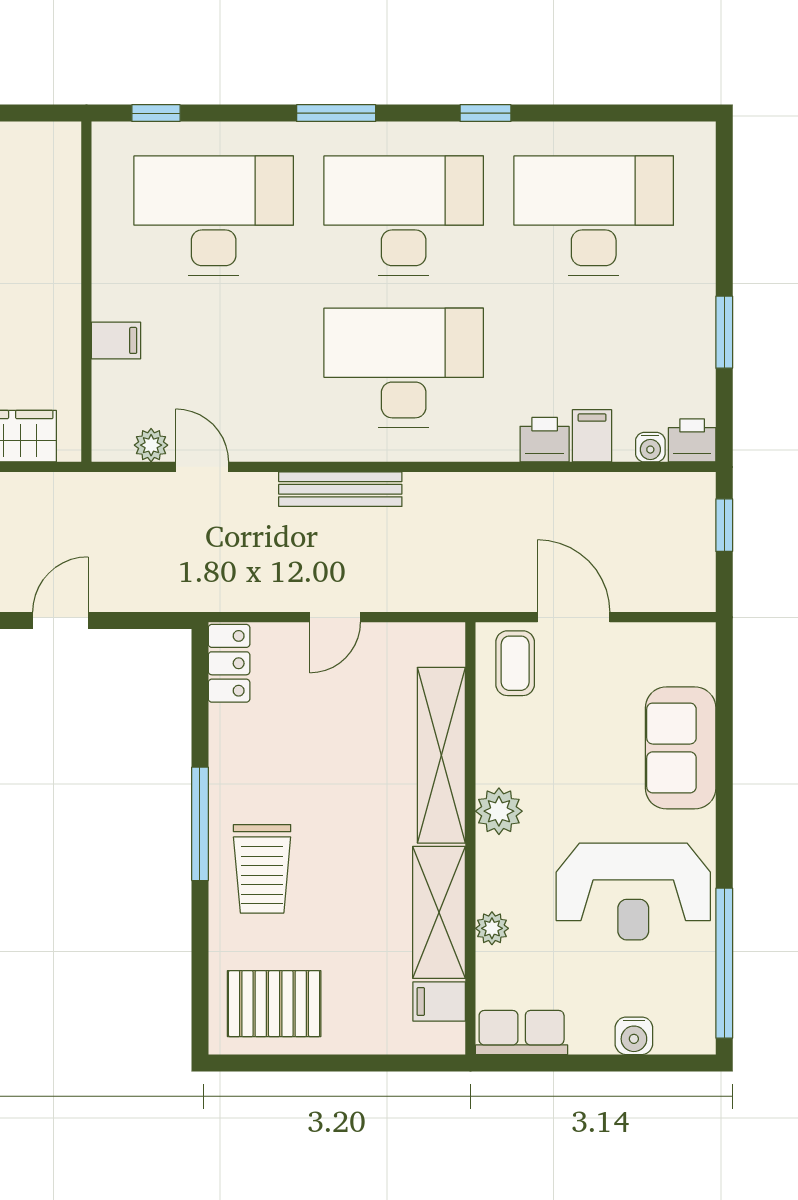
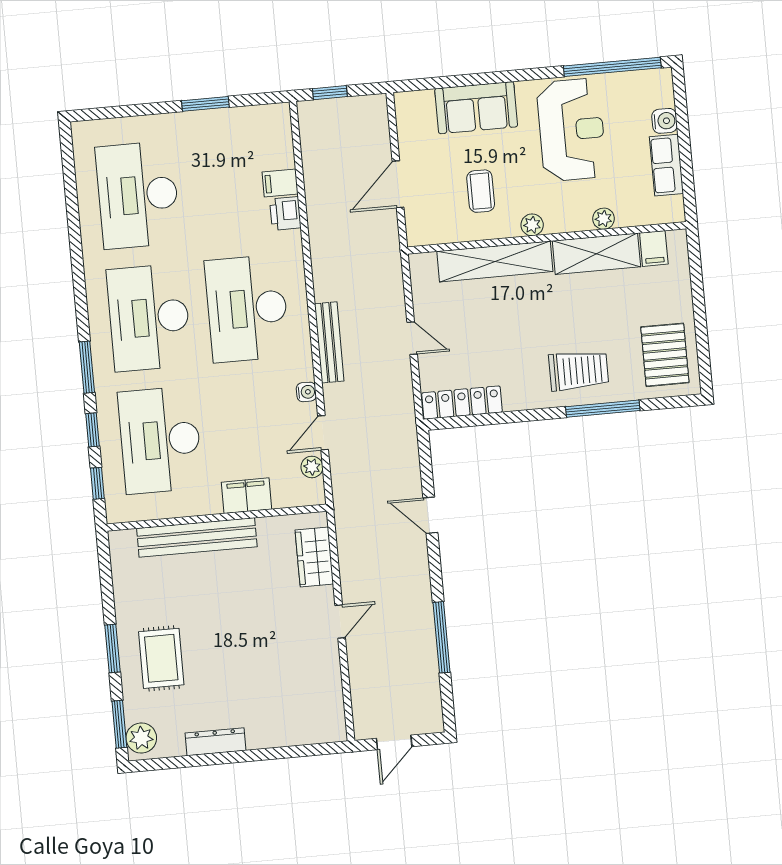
window: (486, 113) -> (93, 430), moved
bench: (59, 258) -> (197, 537), added
filing cabinet: (116, 340) -> (246, 496), width x2.00
printer: (692, 440) -> (277, 118), removed
water cooler: (650, 447) -> (306, 392), moved
locker: (229, 663) -> (462, 403), width x1.53
coffee table: (515, 663) -> (481, 191), moved, turned 90
plant: (499, 811) -> (532, 225), width x0.73, depth x0.73
window: (200, 824) -> (603, 409), moved
row of seats: (522, 1033) -> (666, 165), moved

